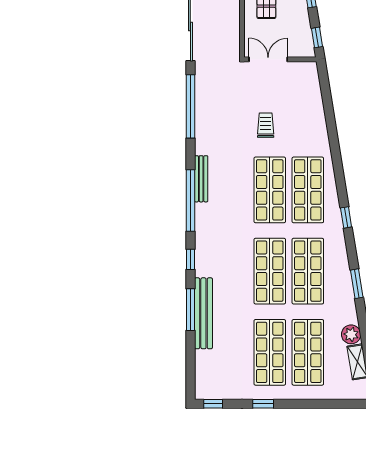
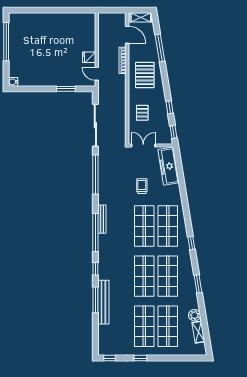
freezer: (309, 93) -> (168, 166), added

